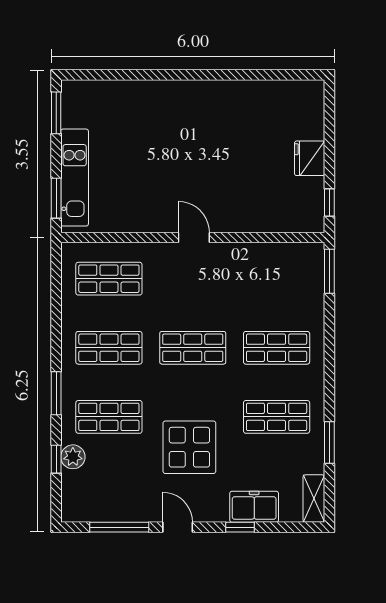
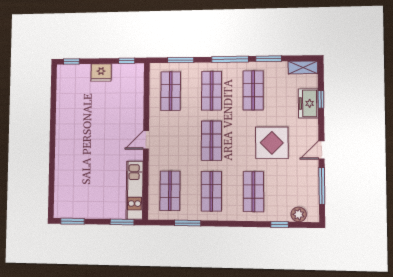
window: (329, 106) -> (71, 62), added
kitchen unit: (75, 178) -> (135, 190), moved, turned -90
window: (329, 271) -> (181, 60), moved
shop shelf: (277, 279) -> (171, 91), added
window: (329, 379) -> (230, 59), added
window: (56, 393) -> (188, 223), moved
plant: (73, 457) -> (299, 214), moved
window: (240, 527) -> (321, 99), moved

